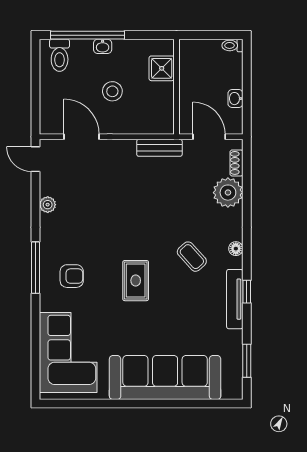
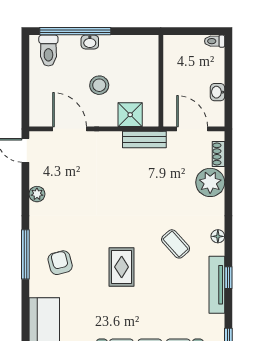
shower: (162, 68) -> (130, 115), moved
armchair: (72, 276) -> (60, 263), turned -105

